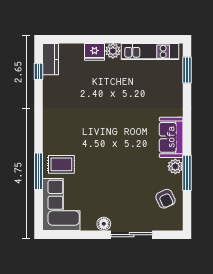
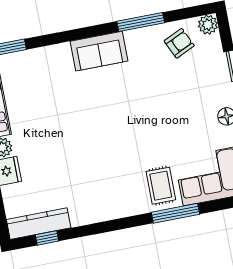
kitchen counter: (50, 59) -> (39, 224), width x1.50
plant: (175, 166) -> (208, 25), moved

